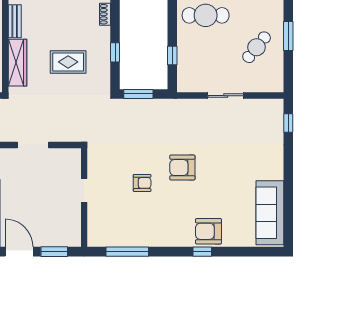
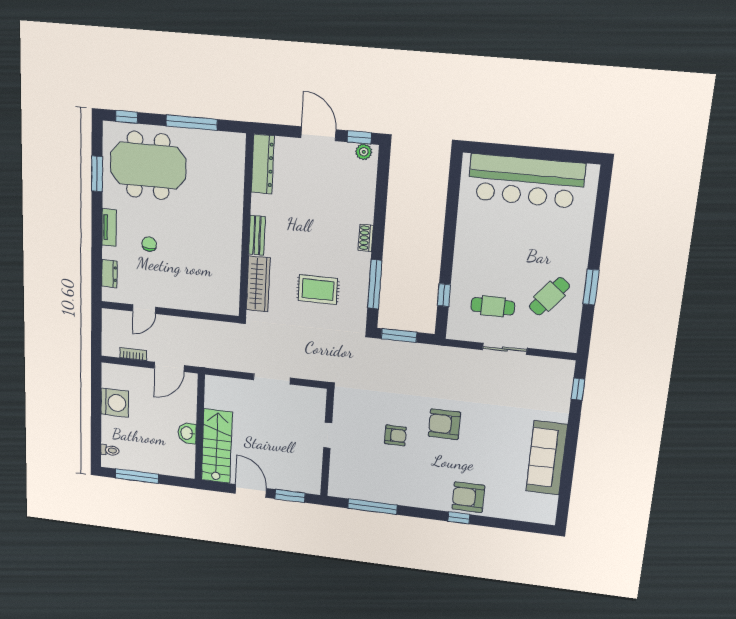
cafe table: (206, 15) -> (493, 306), moved, width x0.73, depth x0.74
window: (115, 52) -> (375, 284), width x2.17
sofa: (270, 213) -> (547, 458), moved

